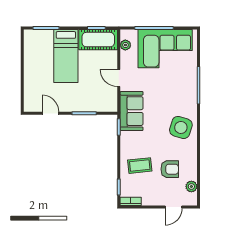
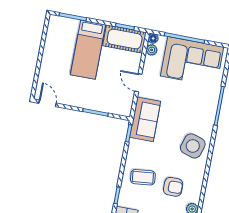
floor lamp: (125, 34) -> (153, 38), added
door: (50, 113) -> (47, 103), moved

